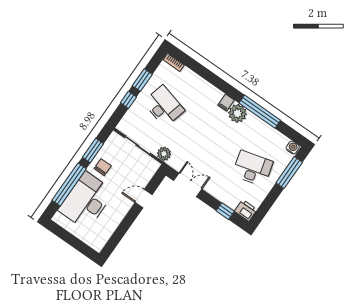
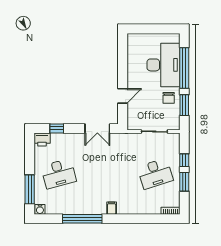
desk: (164, 106) -> (155, 174), turned -33
plant: (237, 113) -> (98, 206), removed
plant: (164, 154) -> (131, 139), removed

